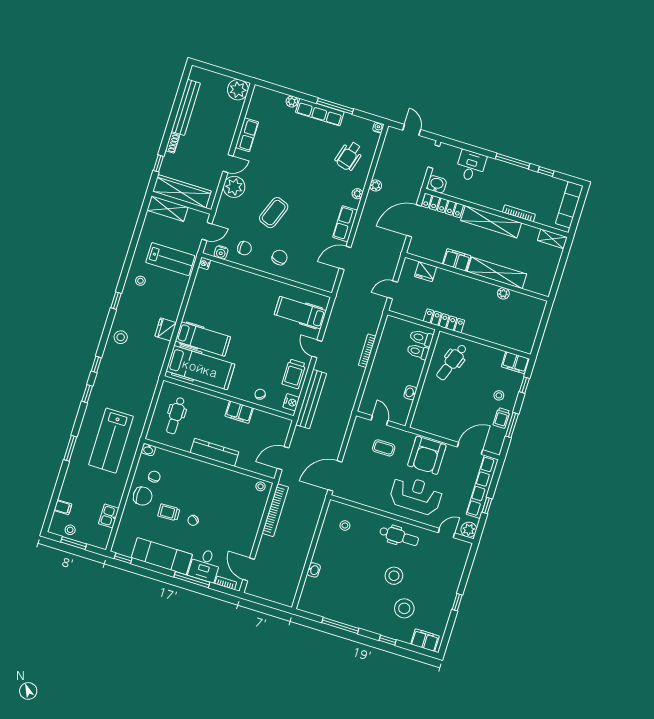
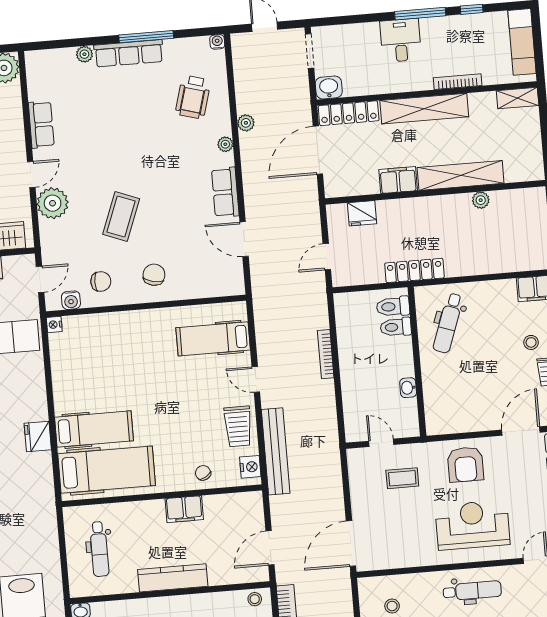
desk: (471, 166) -> (401, 40), moved
door: (345, 258) -> (244, 239), hinge flipped
armchair: (427, 455) -> (465, 464), width x0.73, depth x0.73

